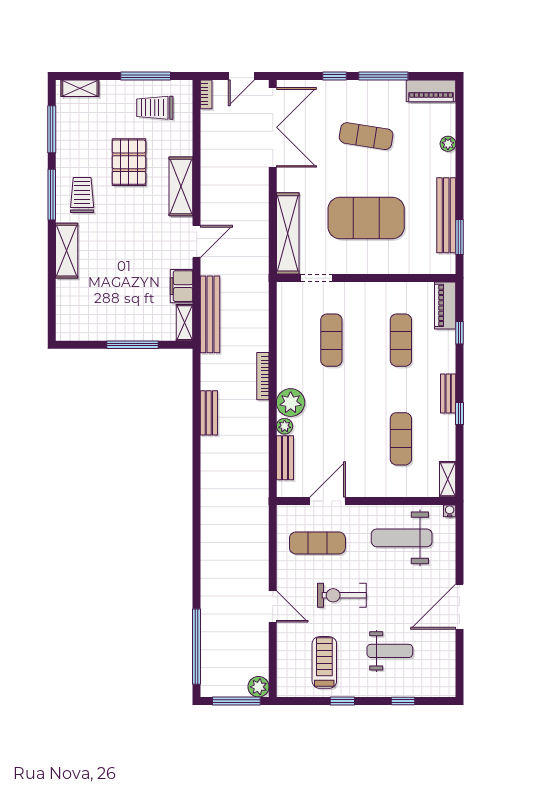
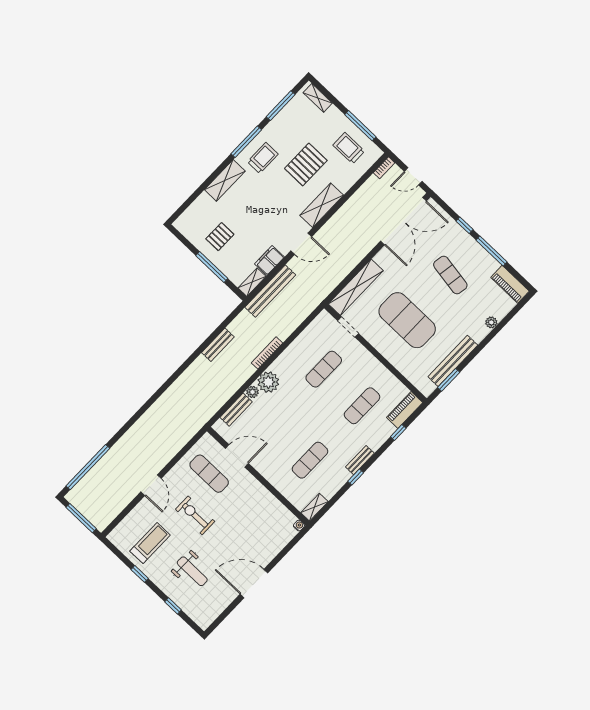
pallet: (113, 308) -> (220, 237), added
weight bench: (402, 538) -> (258, 515), removed
plant: (259, 687) -> (101, 522), removed

